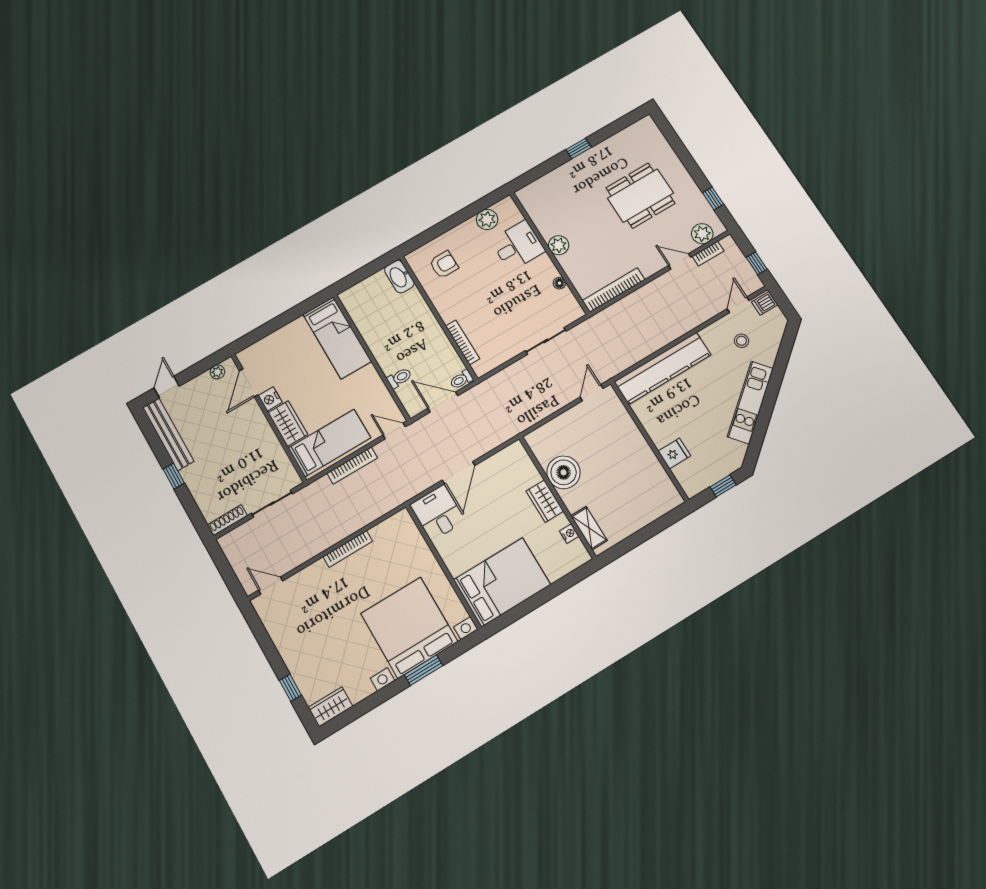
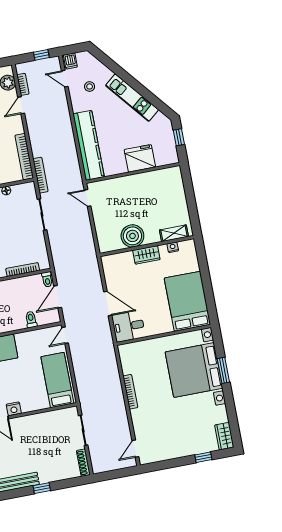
wardrobe: (288, 424) -> (34, 403), removed
fridge: (674, 453) -> (140, 158), width x1.88, depth x1.34
bookcase: (352, 466) -> (40, 175), moved

